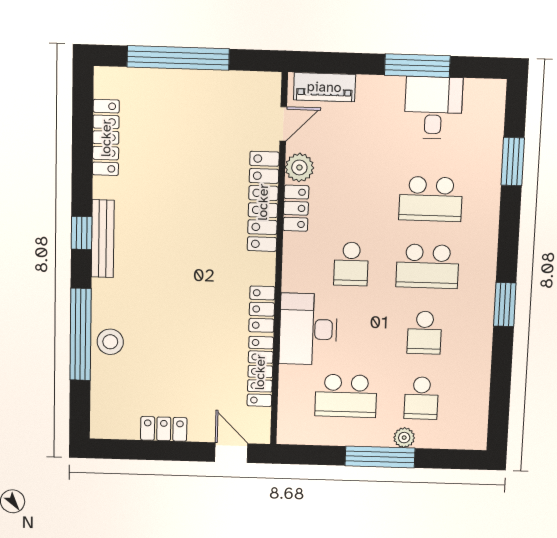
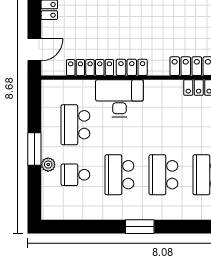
school desk: (351, 264) -> (163, 125), removed
school desk: (424, 333) -> (119, 175), width x1.85
window: (380, 457) -> (34, 149), width x0.69

